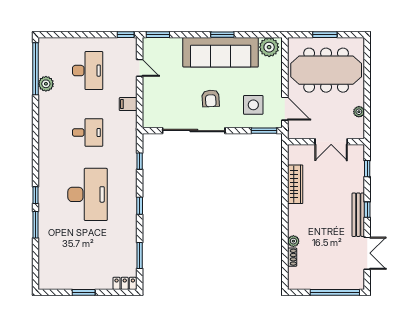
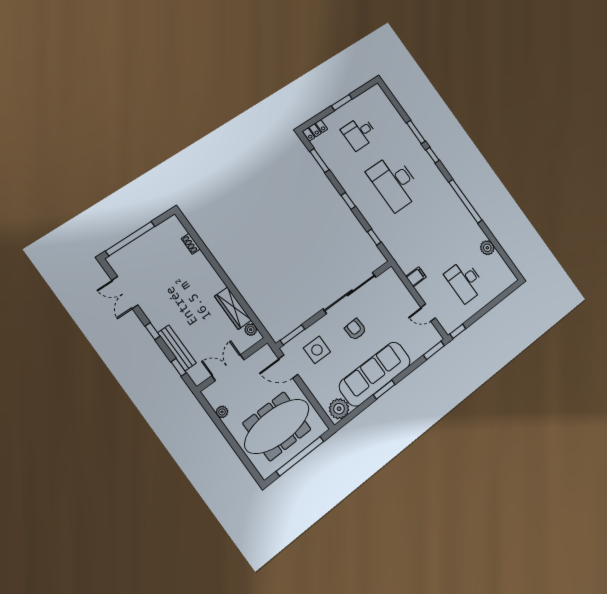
window: (325, 35) -> (300, 456), width x2.11
window: (35, 69) -> (465, 201), moved
desk: (88, 132) -> (359, 133), moved
bench: (358, 215) -> (177, 348), moved
plant: (293, 241) -> (251, 330), moved

